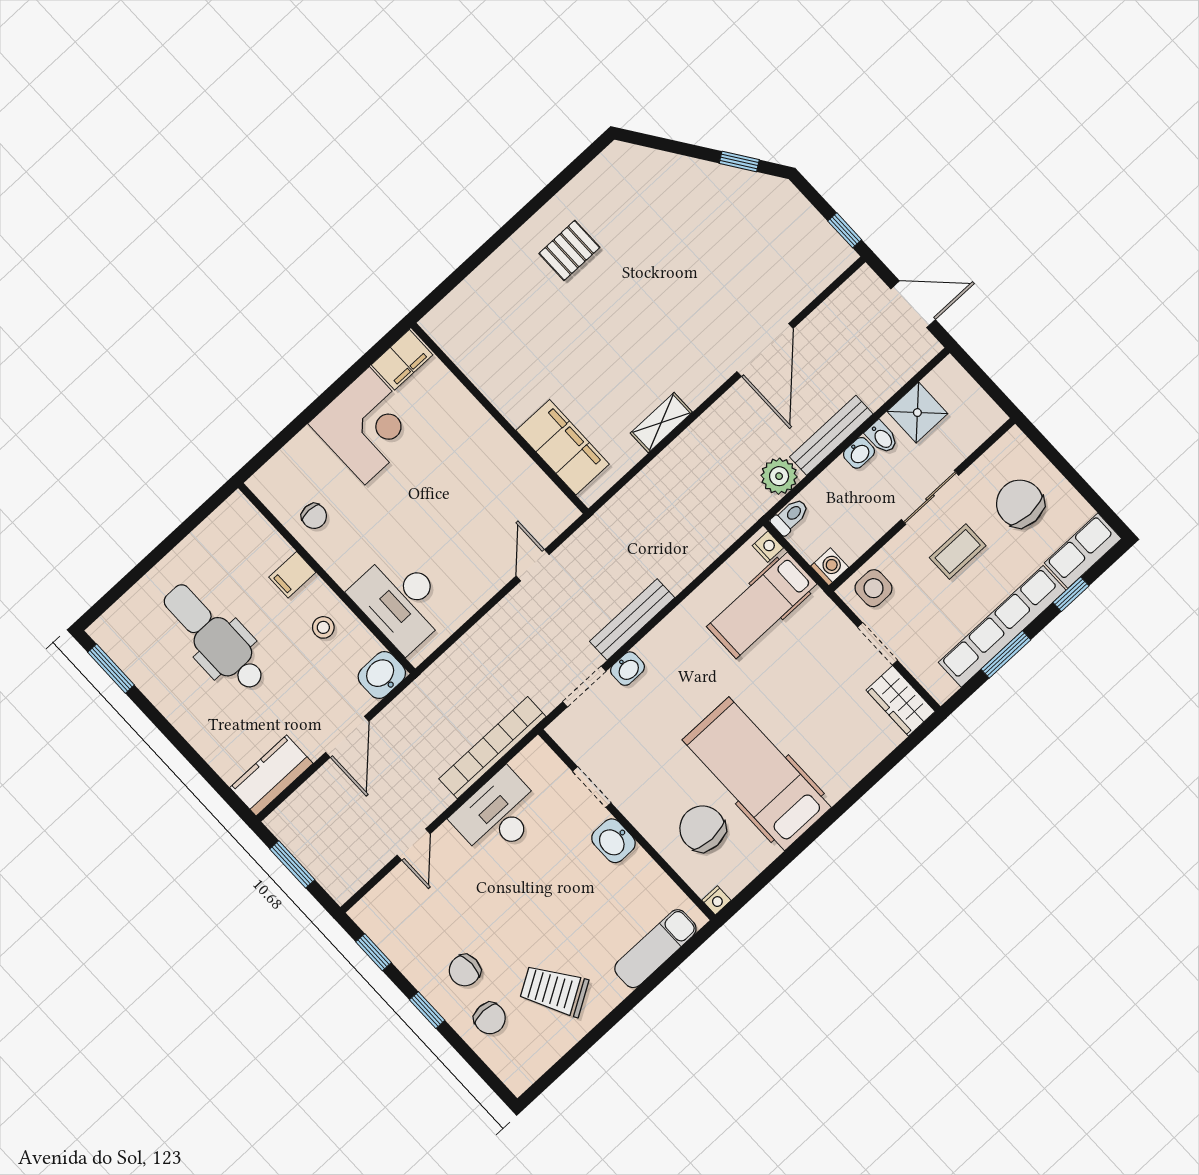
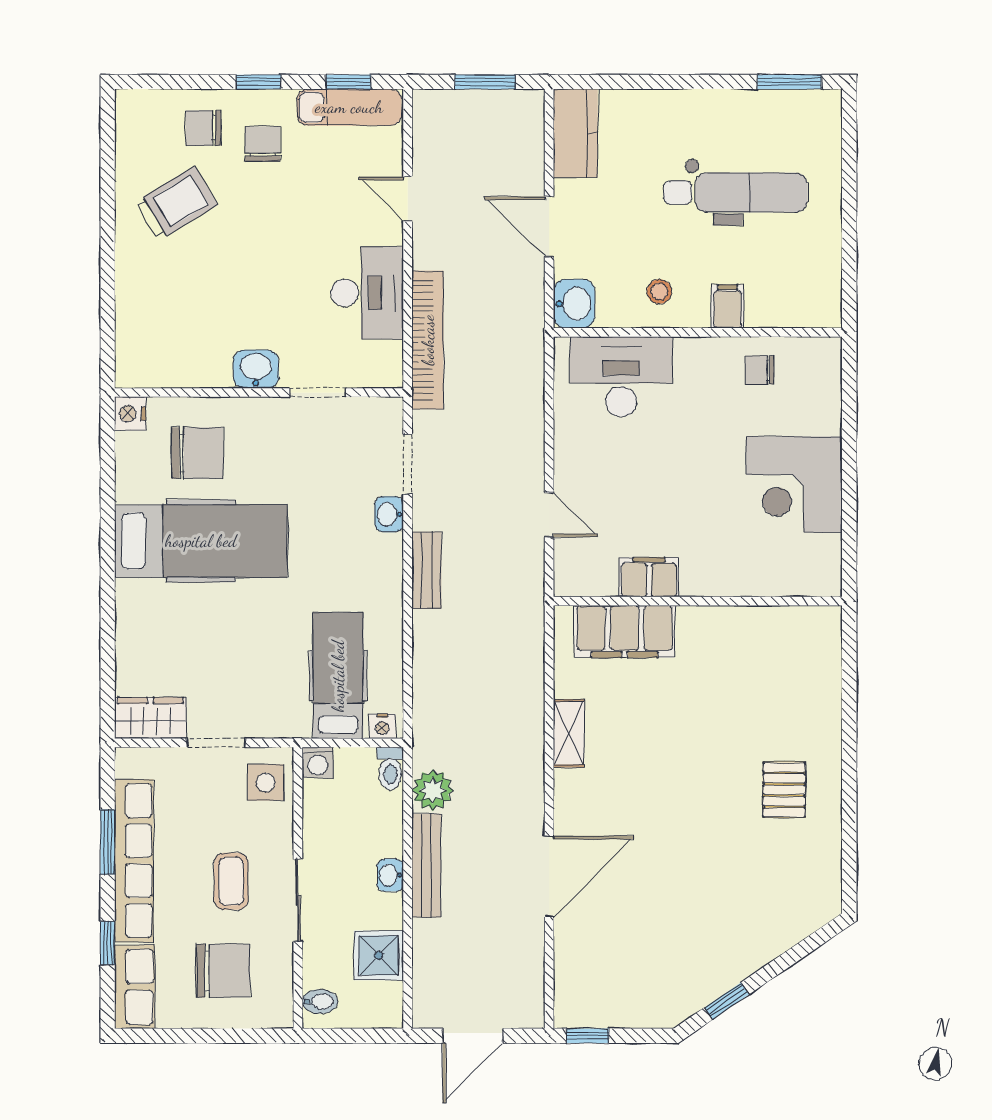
door: (765, 350) -> (549, 876), swing flipped
filing cabinet: (402, 360) -> (649, 577), moved, turned 90
bidet: (882, 437) -> (320, 1001), moved, turned 180
bench: (632, 619) -> (427, 570), width x0.73
nightstand: (716, 900) -> (130, 414), width x1.39, depth x1.35
exam couch: (655, 949) -> (349, 107), moved, turned 90

